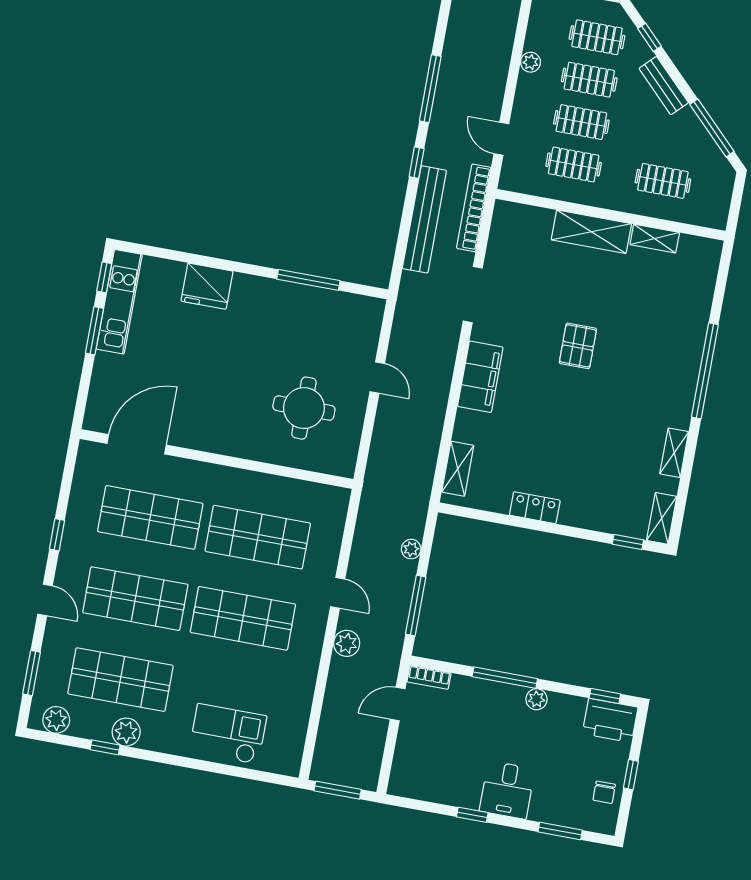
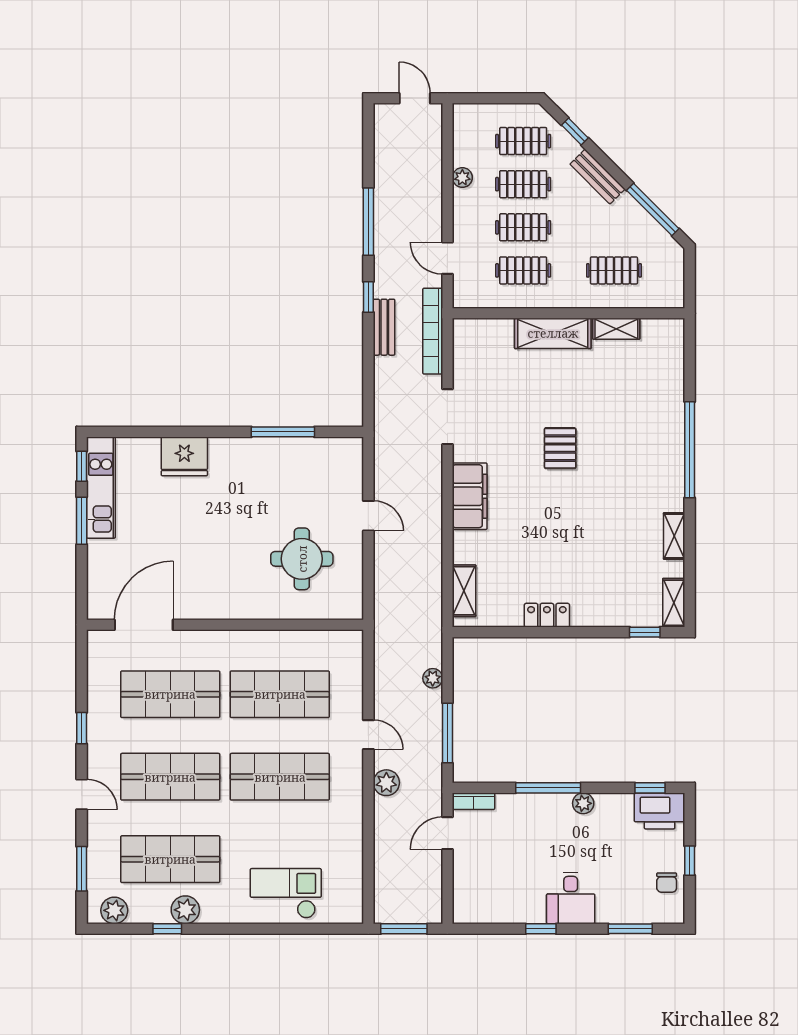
bench: (424, 219) -> (384, 327), width x0.54, depth x0.82

